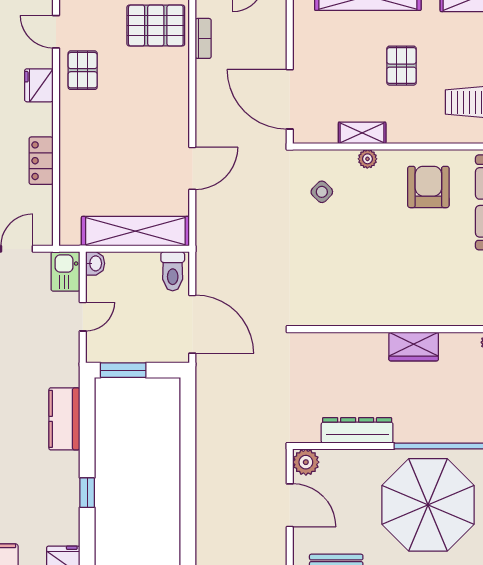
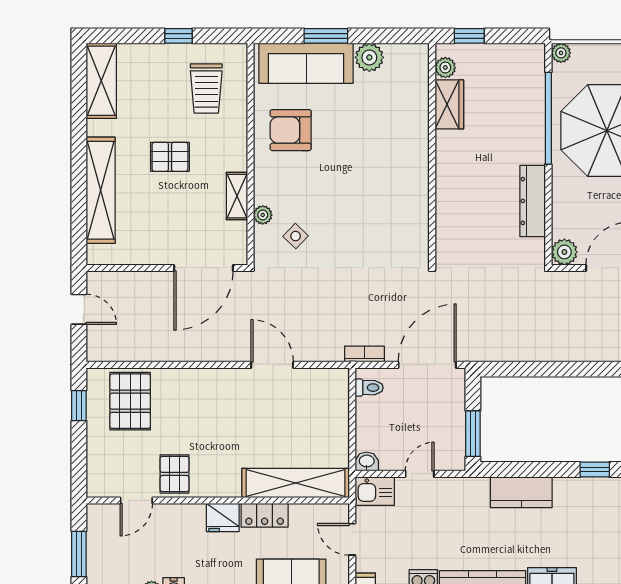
bookcase: (203, 38) -> (364, 354), moved
pallet: (83, 70) -> (175, 474), turned 90
fridge: (39, 85) -> (223, 518), moved
plant: (367, 159) -> (263, 215), moved
shelving: (135, 231) -> (296, 483), moved, turned 90
toilet: (173, 271) -> (369, 388), width x0.73, depth x0.72
door: (83, 317) -> (420, 474), hinge flipped
wardrobe: (414, 346) -> (449, 104), moved

